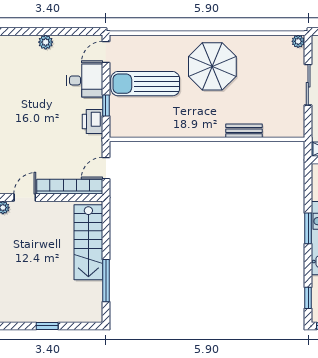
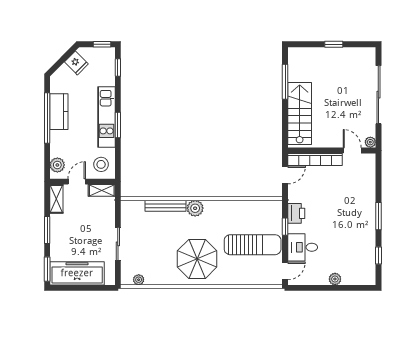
plant: (298, 41) -> (139, 280), moved
plant: (215, 128) -> (195, 208), added
bench: (244, 131) -> (165, 206), width x1.36
door: (25, 198) -> (352, 150), swing flipped

